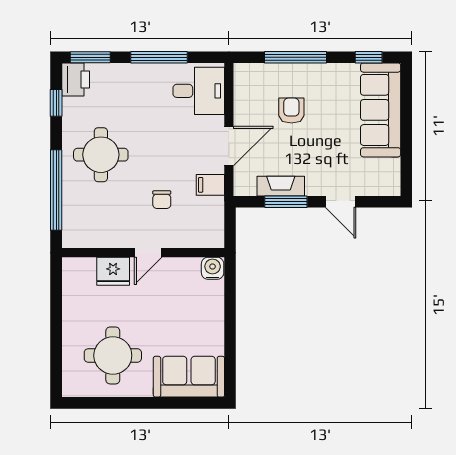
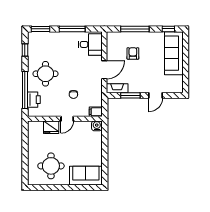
printer: (76, 79) -> (34, 100), moved
filing cabinet: (210, 185) -> (96, 112), moved
fireplace: (281, 186) -> (117, 88), moved
door: (341, 202) -> (156, 95), hinge flipped

